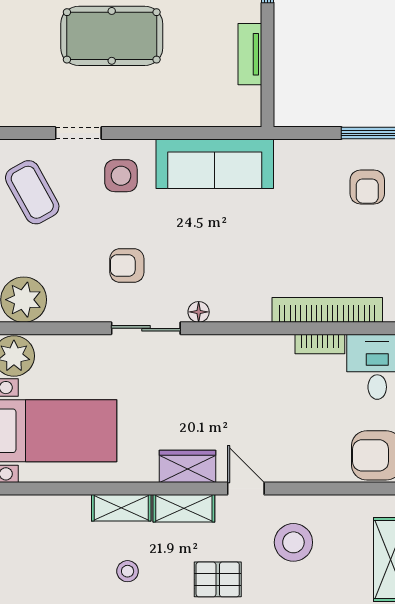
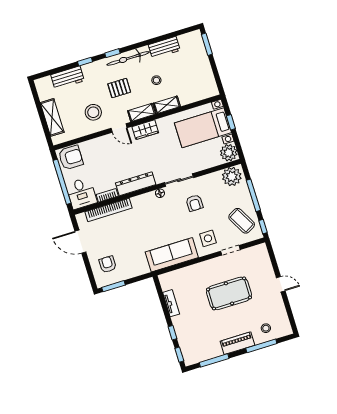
armchair: (127, 266) -> (195, 203), turned 90
dresser: (247, 350) -> (136, 184), added

